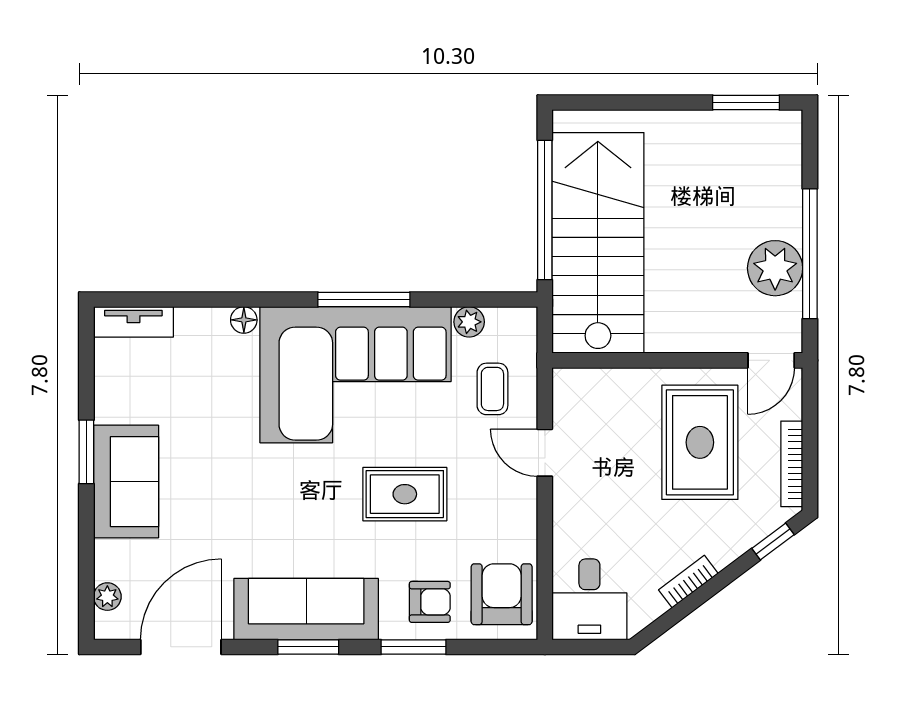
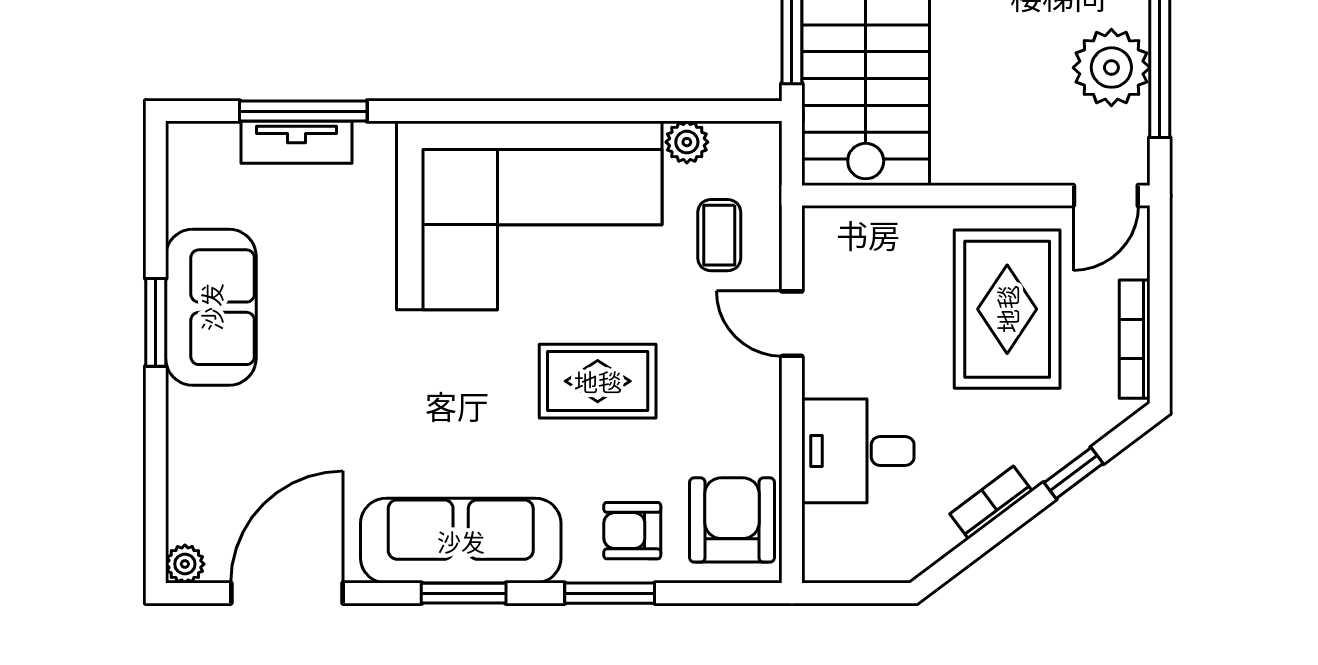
window: (364, 300) -> (303, 111), moved
floor lamp: (244, 320) -> (374, 139), removed
tv unit: (133, 322) -> (296, 142), moved
sofa: (126, 482) -> (211, 307), moved
window: (773, 541) -> (1074, 473), moved
plant: (107, 597) -> (185, 564), moved
desk: (589, 599) -> (858, 451), moved, turned 90
armchair: (430, 602) -> (632, 531), turned 180

